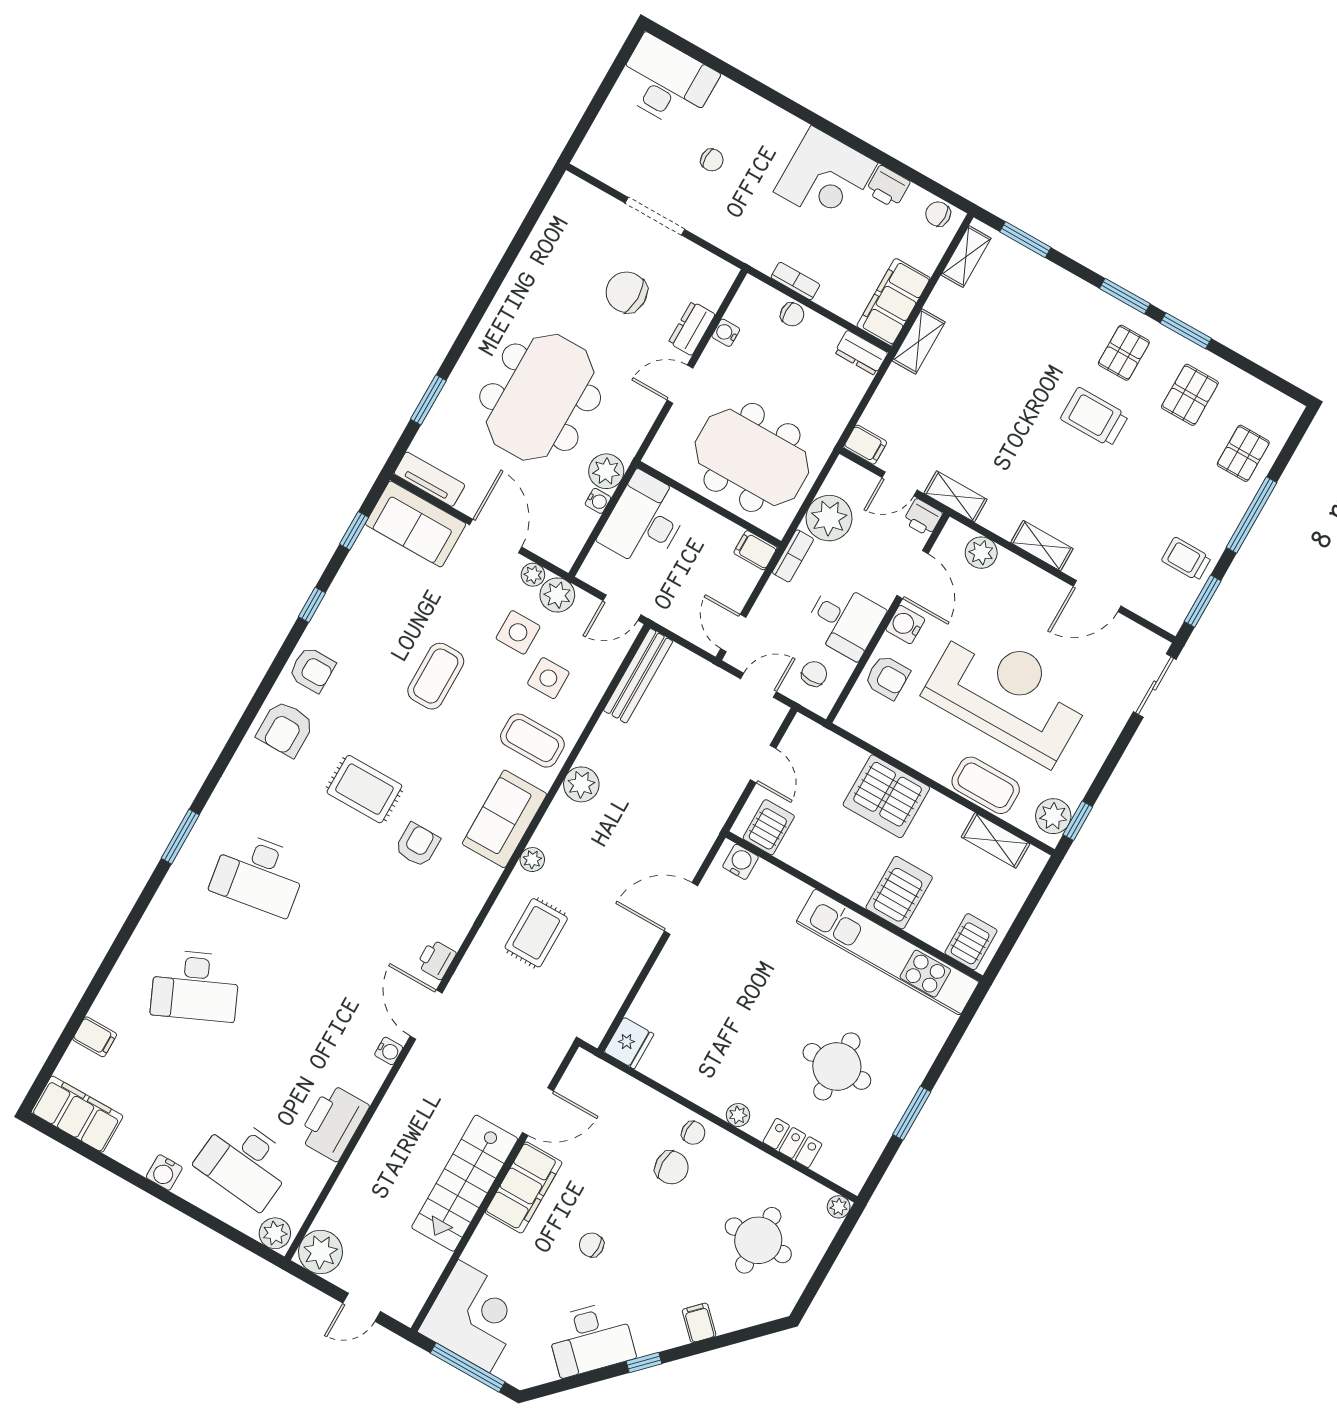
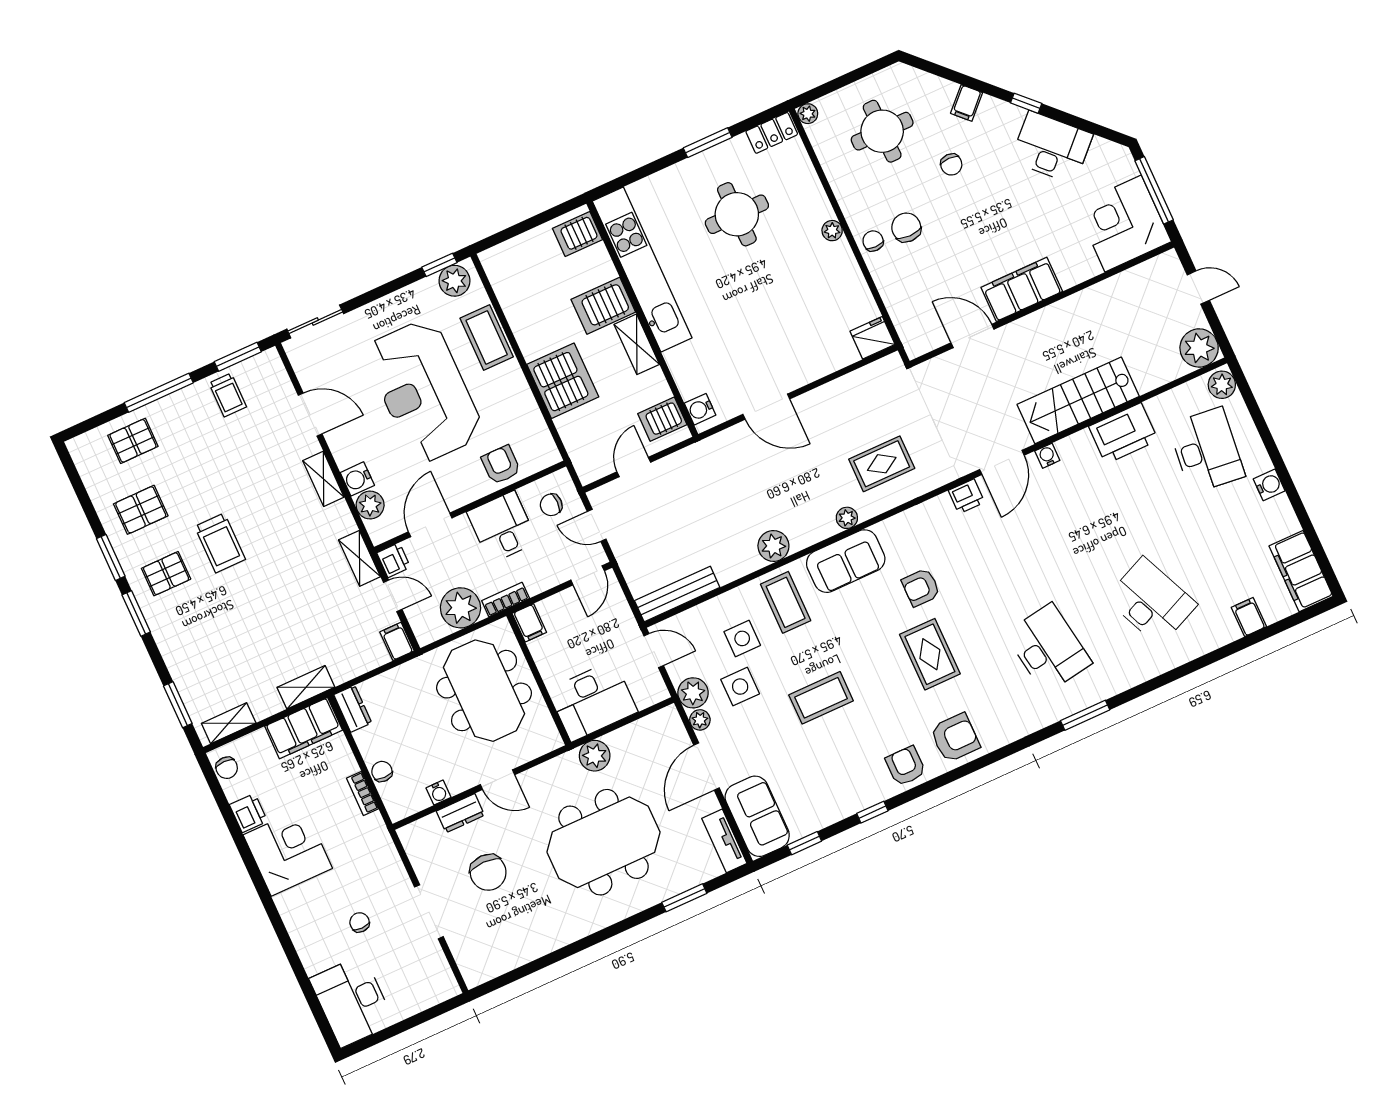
water cooler: (598, 501) -> (616, 739), removed
water cooler: (905, 625) -> (357, 479), moved, turned 90
shelving: (995, 840) -> (637, 344), moved
locker: (792, 1143) -> (772, 133), moved, turned -90
stairs: (465, 1183) -> (1078, 400), moved, turned 180
chair: (592, 1245) -> (951, 165), moved

